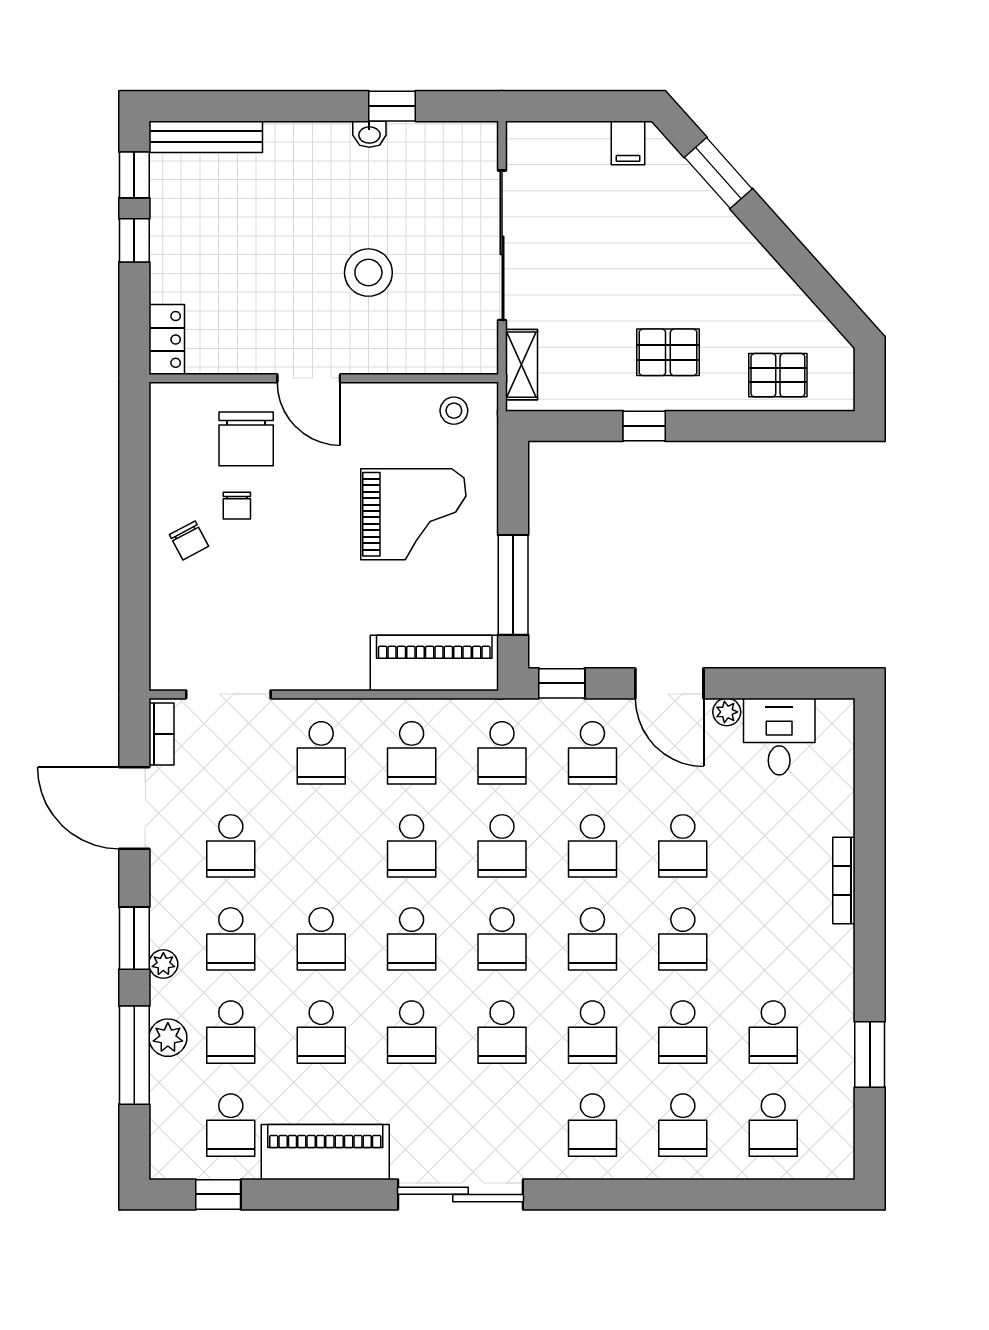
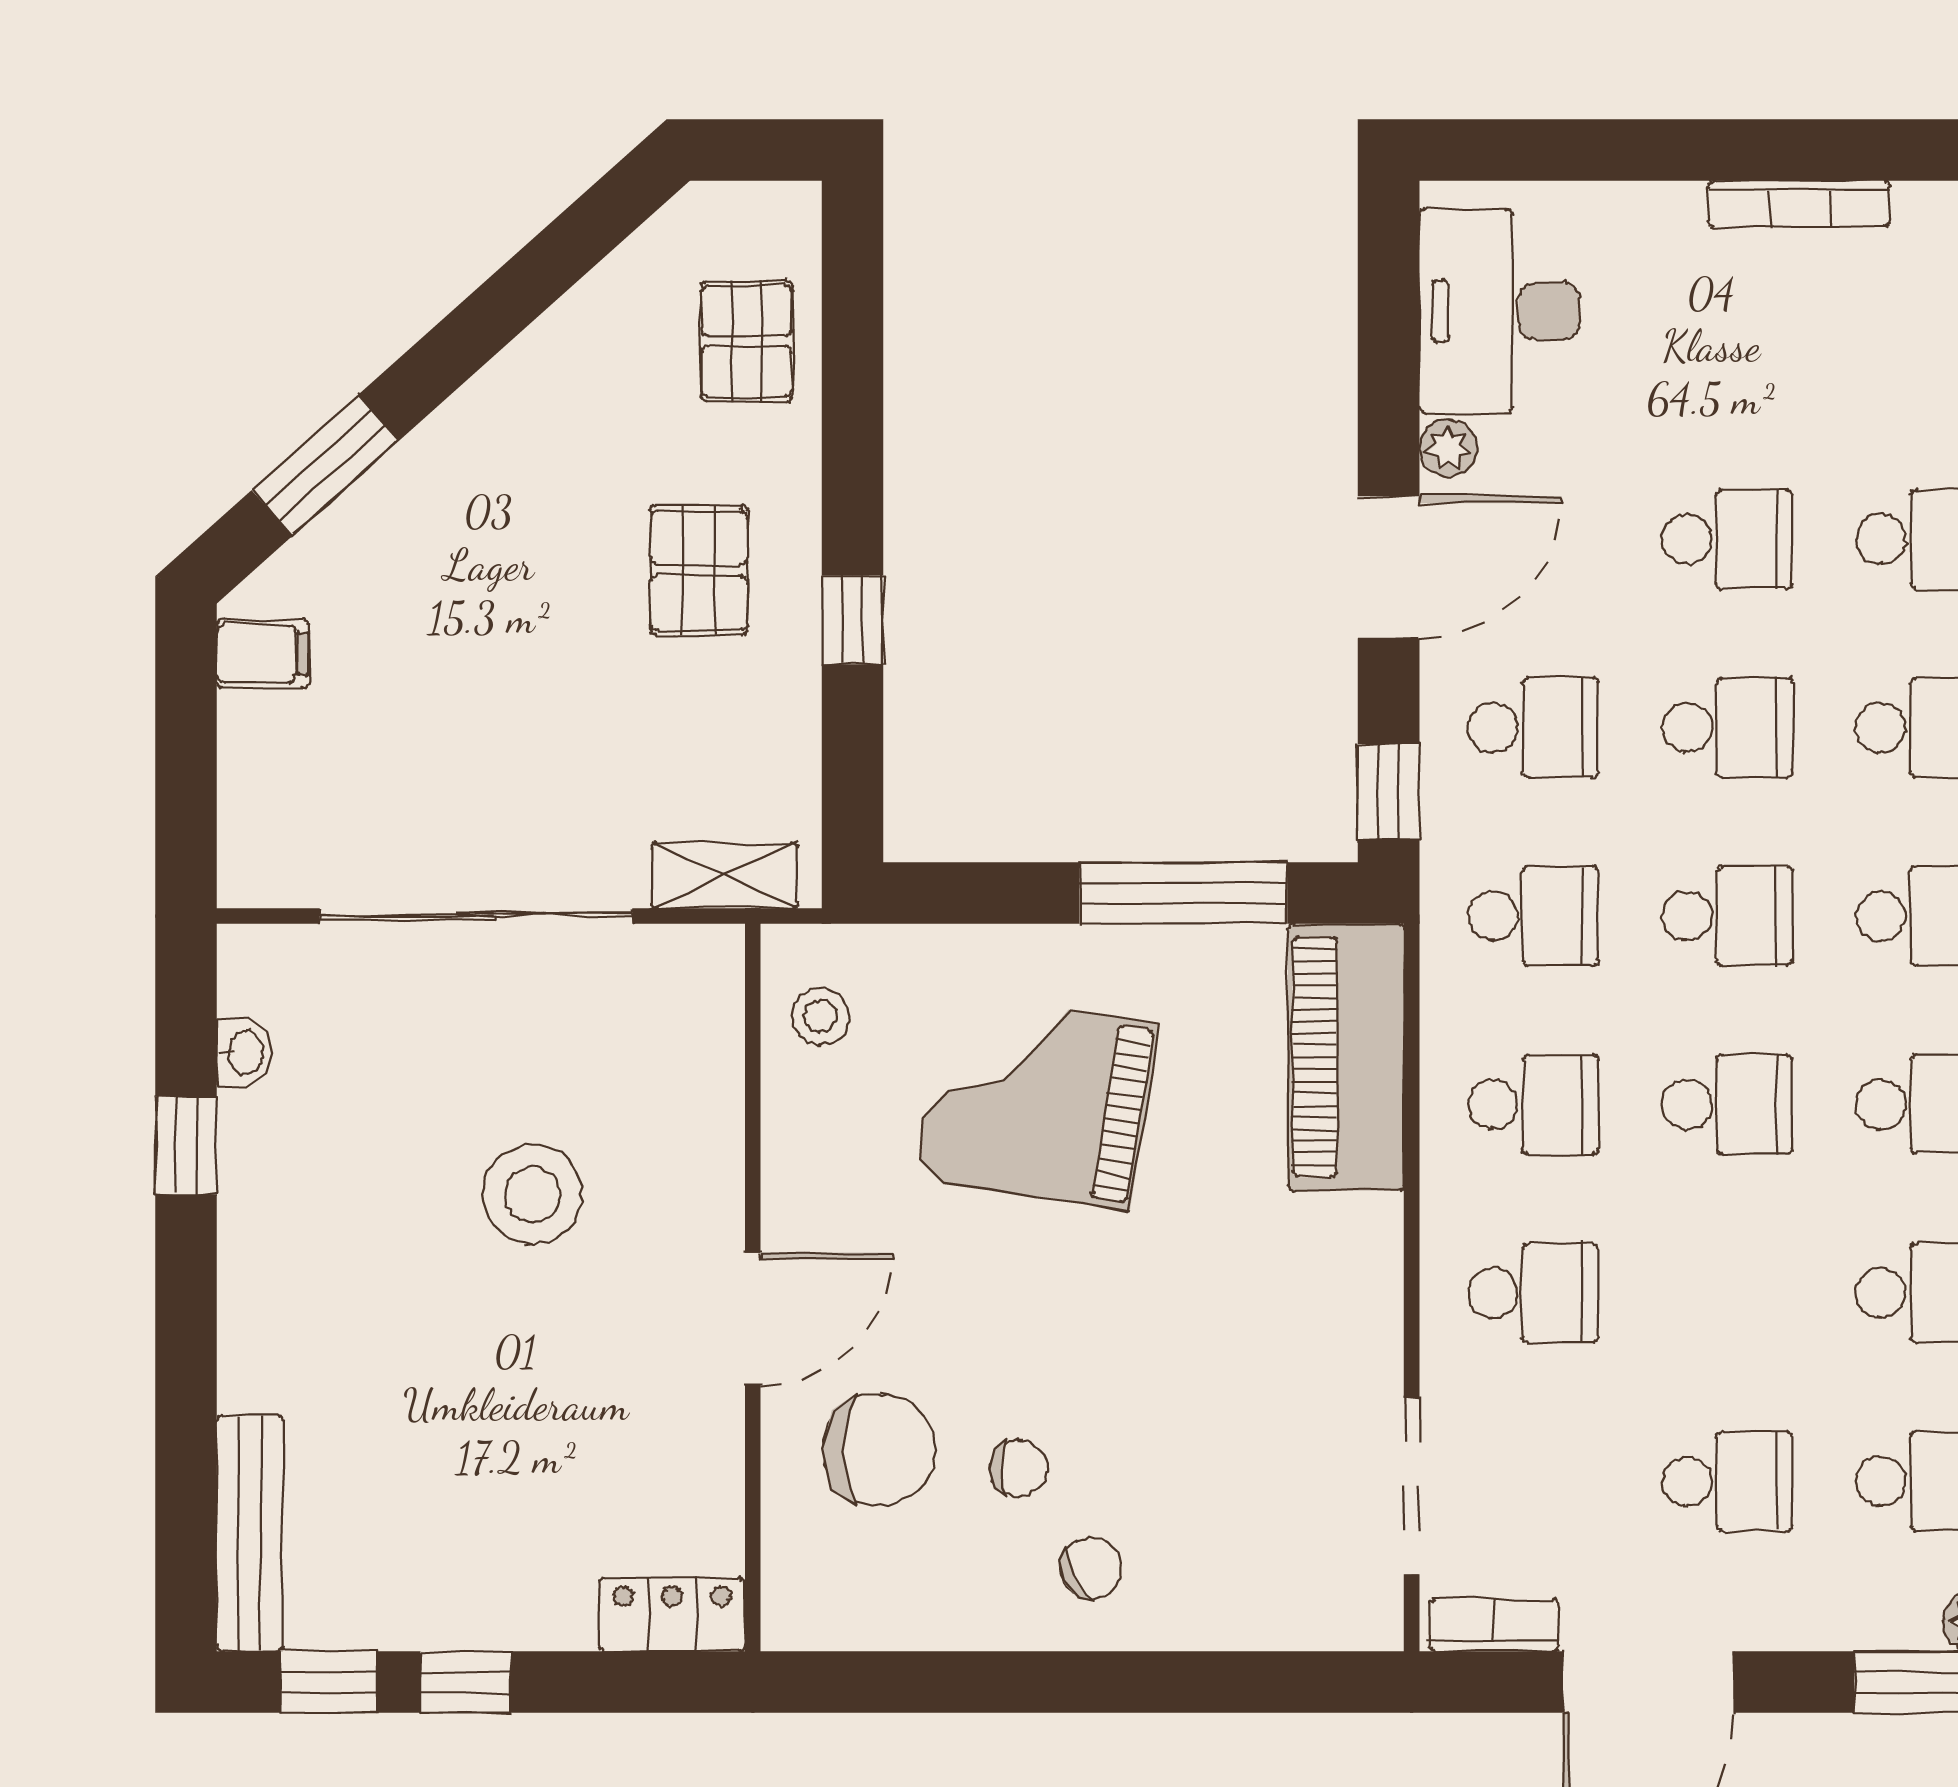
washbasin: (369, 134) -> (244, 1052), moved
grand piano: (413, 514) -> (1036, 1101), turned -81
desk: (779, 737) -> (1499, 311), width x1.37

